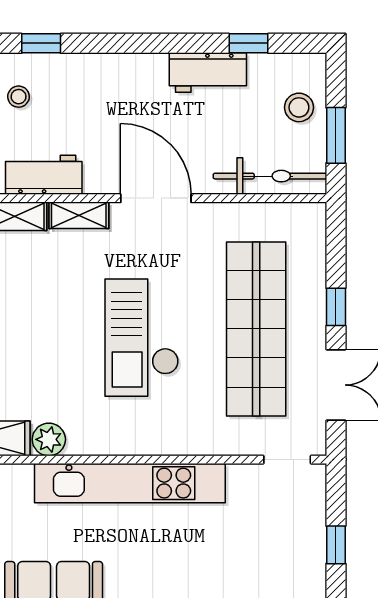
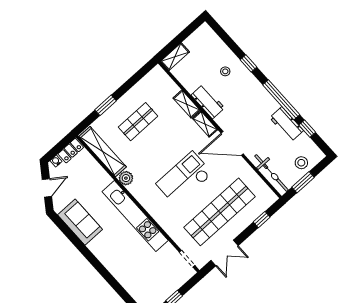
window: (157, 43) -> (281, 100), added
door: (156, 198) -> (232, 143), swing flipped
window: (336, 307) -> (262, 220), moved

